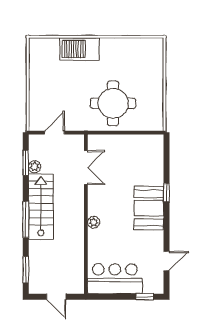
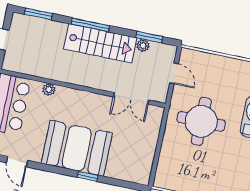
round table: (113, 103) -> (201, 121), moved
booth: (149, 208) -> (77, 148), width x1.36, depth x1.42
plant: (94, 222) -> (49, 89), moved

